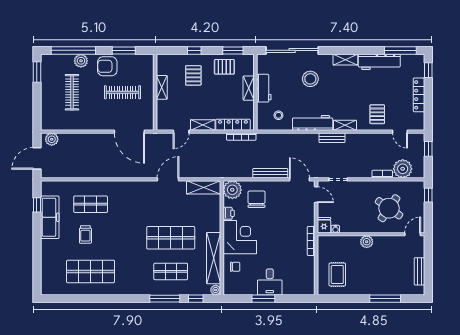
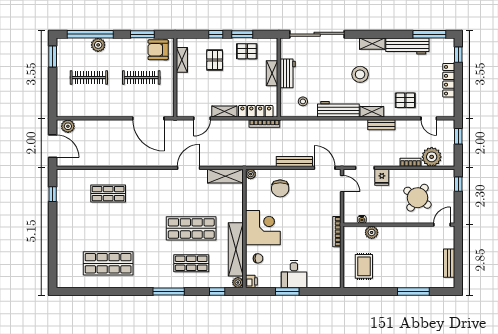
window: (233, 50) -> (242, 34), moved
armchair: (107, 66) -> (158, 50), moved
stool: (310, 79) -> (360, 74), moved
shelving: (162, 87) -> (182, 60), moved
clothes rail: (72, 92) -> (89, 78), turned 90
pallet: (377, 114) -> (405, 100), turned 90
bench: (332, 138) -> (381, 125), moved
door: (37, 158) -> (53, 146), swing flipped
plant: (232, 190) -> (251, 174), width x0.53, depth x0.53
chair: (256, 199) -> (280, 188), turned 180
printer: (229, 213) -> (251, 281), moved
freezer: (50, 217) -> (66, 207), removed
fridge: (324, 225) -> (382, 177), moved, turned 180
trolley: (85, 234) -> (103, 225), removed
plant: (367, 242) -> (372, 232), moved
window: (165, 299) -> (169, 291), moved

